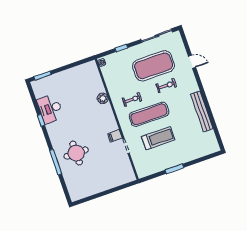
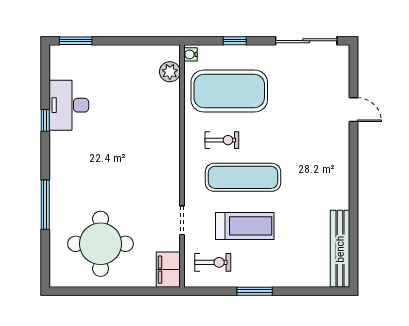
exercise mat: (153, 66) -> (229, 91), moved
exercise bike: (166, 86) -> (213, 262), moved
plant: (103, 98) -> (170, 72), moved
bench: (202, 111) -> (340, 249), moved
filing cabinet: (115, 136) -> (168, 270), moved, width x2.00
round table: (76, 153) -> (101, 244), moved, width x1.36, depth x1.36

